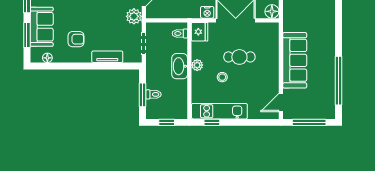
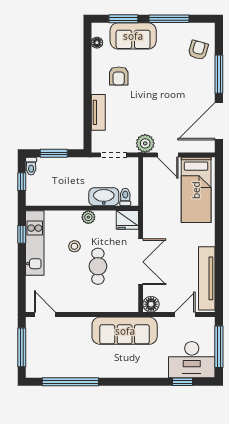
nightstand: (207, 12) -> (150, 229), removed
sofa: (295, 60) -> (125, 331), moved
washbasin: (180, 66) -> (104, 197), moved
toilet: (153, 94) -> (31, 166), moved

